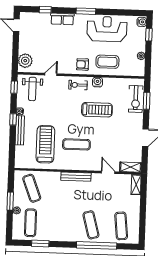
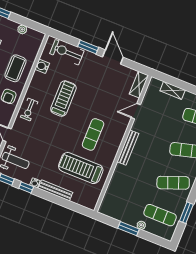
water cooler: (97, 82) -> (42, 66), moved
exercise bike: (136, 99) -> (67, 52), turned 180
window: (147, 101) -> (88, 47), moved
window: (13, 119) -> (26, 187), moved
shelving: (136, 185) -> (173, 90), moved
exercise mat: (32, 188) -> (173, 183), moved

